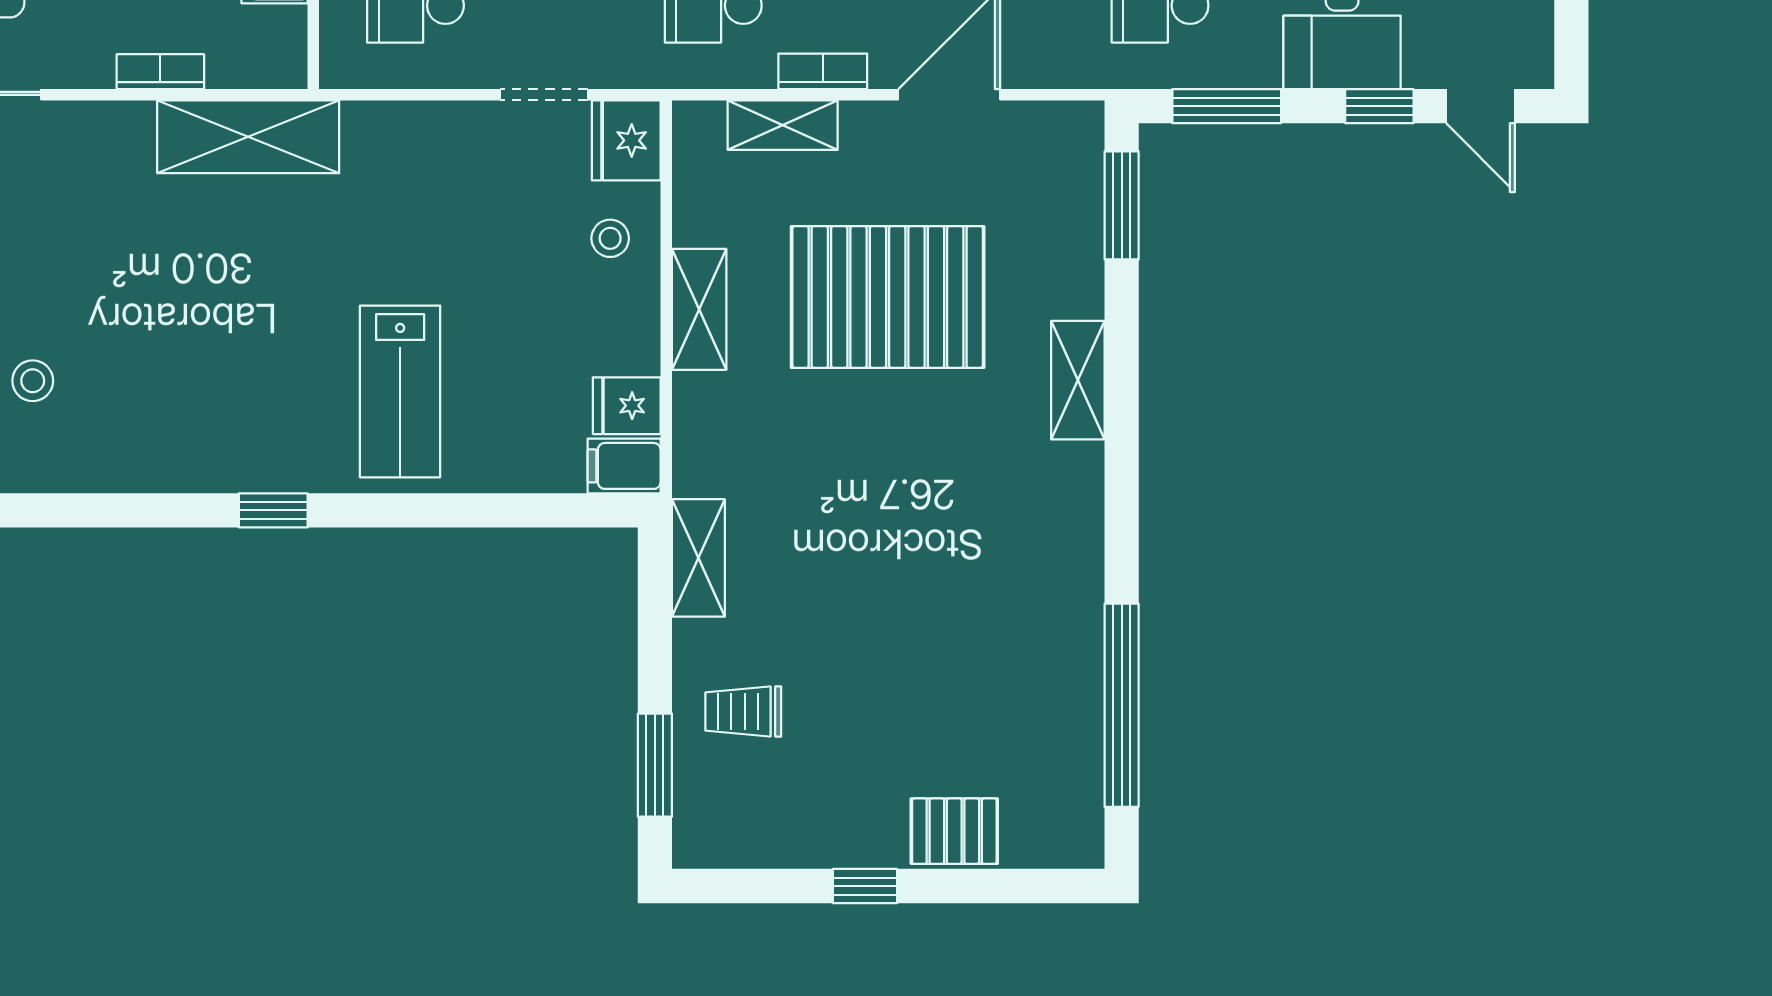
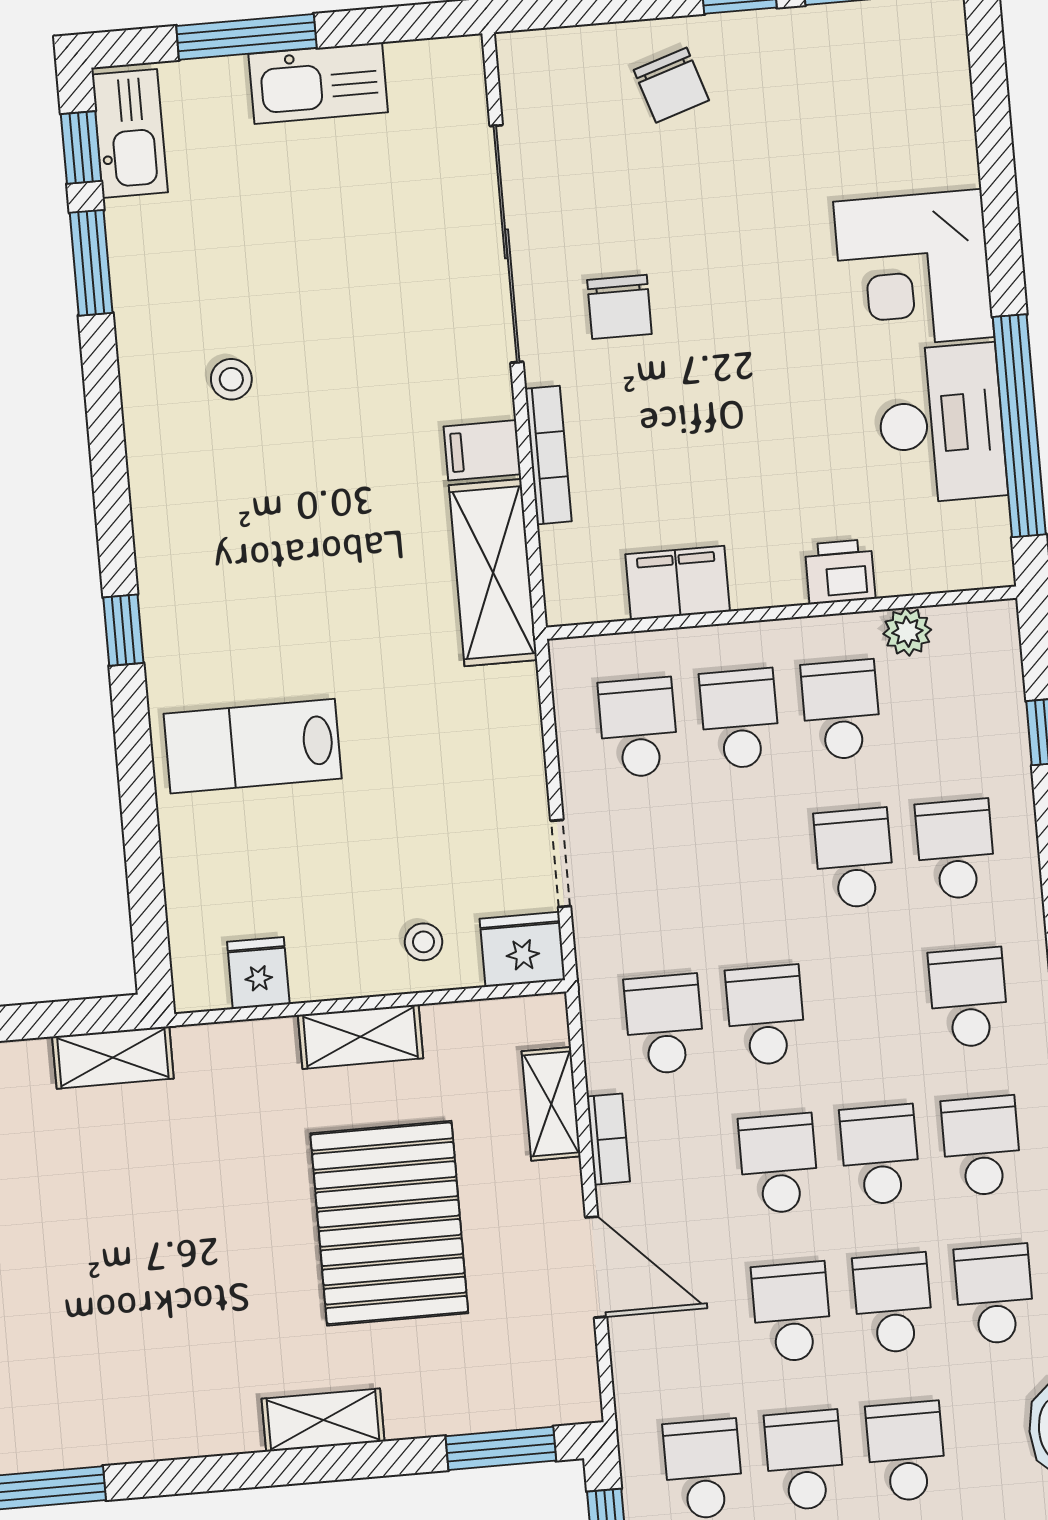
bookcase: (160, 72) -> (548, 455), width x1.56
filing cabinet: (624, 466) -> (482, 450), moved, turned -90

